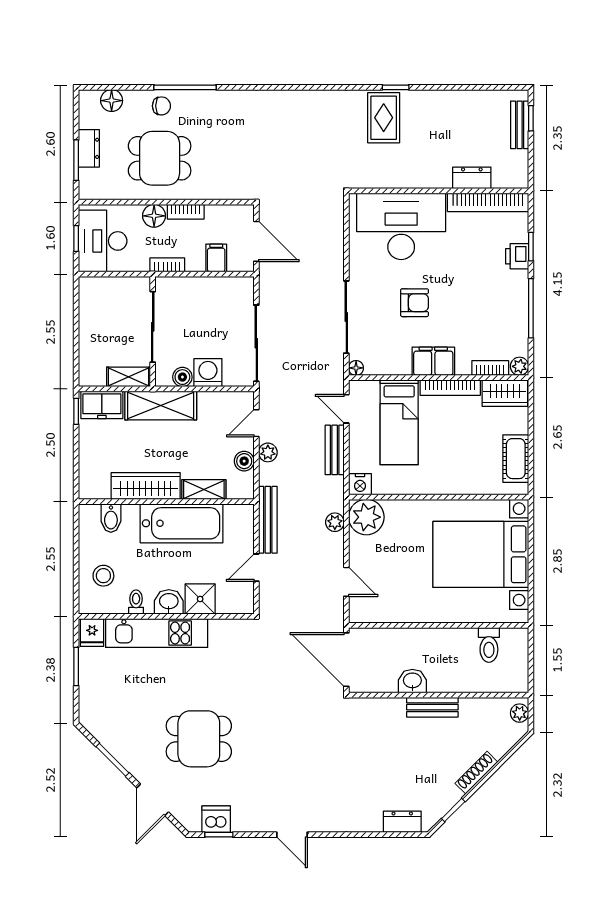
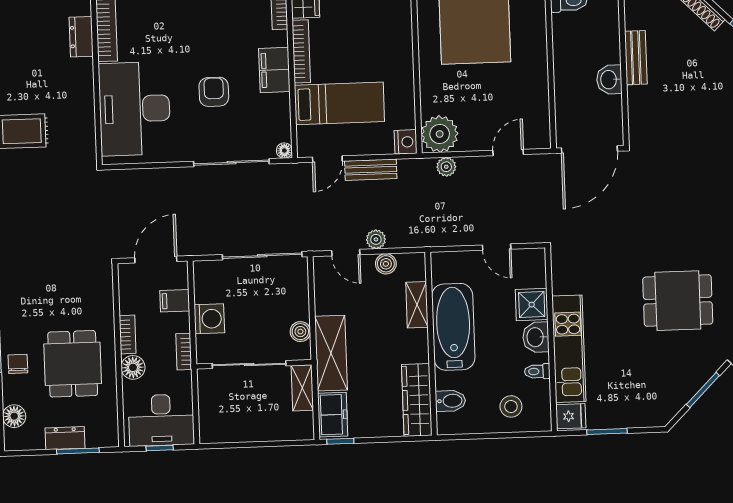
washing machine: (208, 373) -> (209, 319), moved, turned 180
wardrobe: (146, 486) -> (417, 400), moved
bench: (268, 520) -> (446, 237), removed
dining table: (199, 739) -> (678, 301), turned 90

